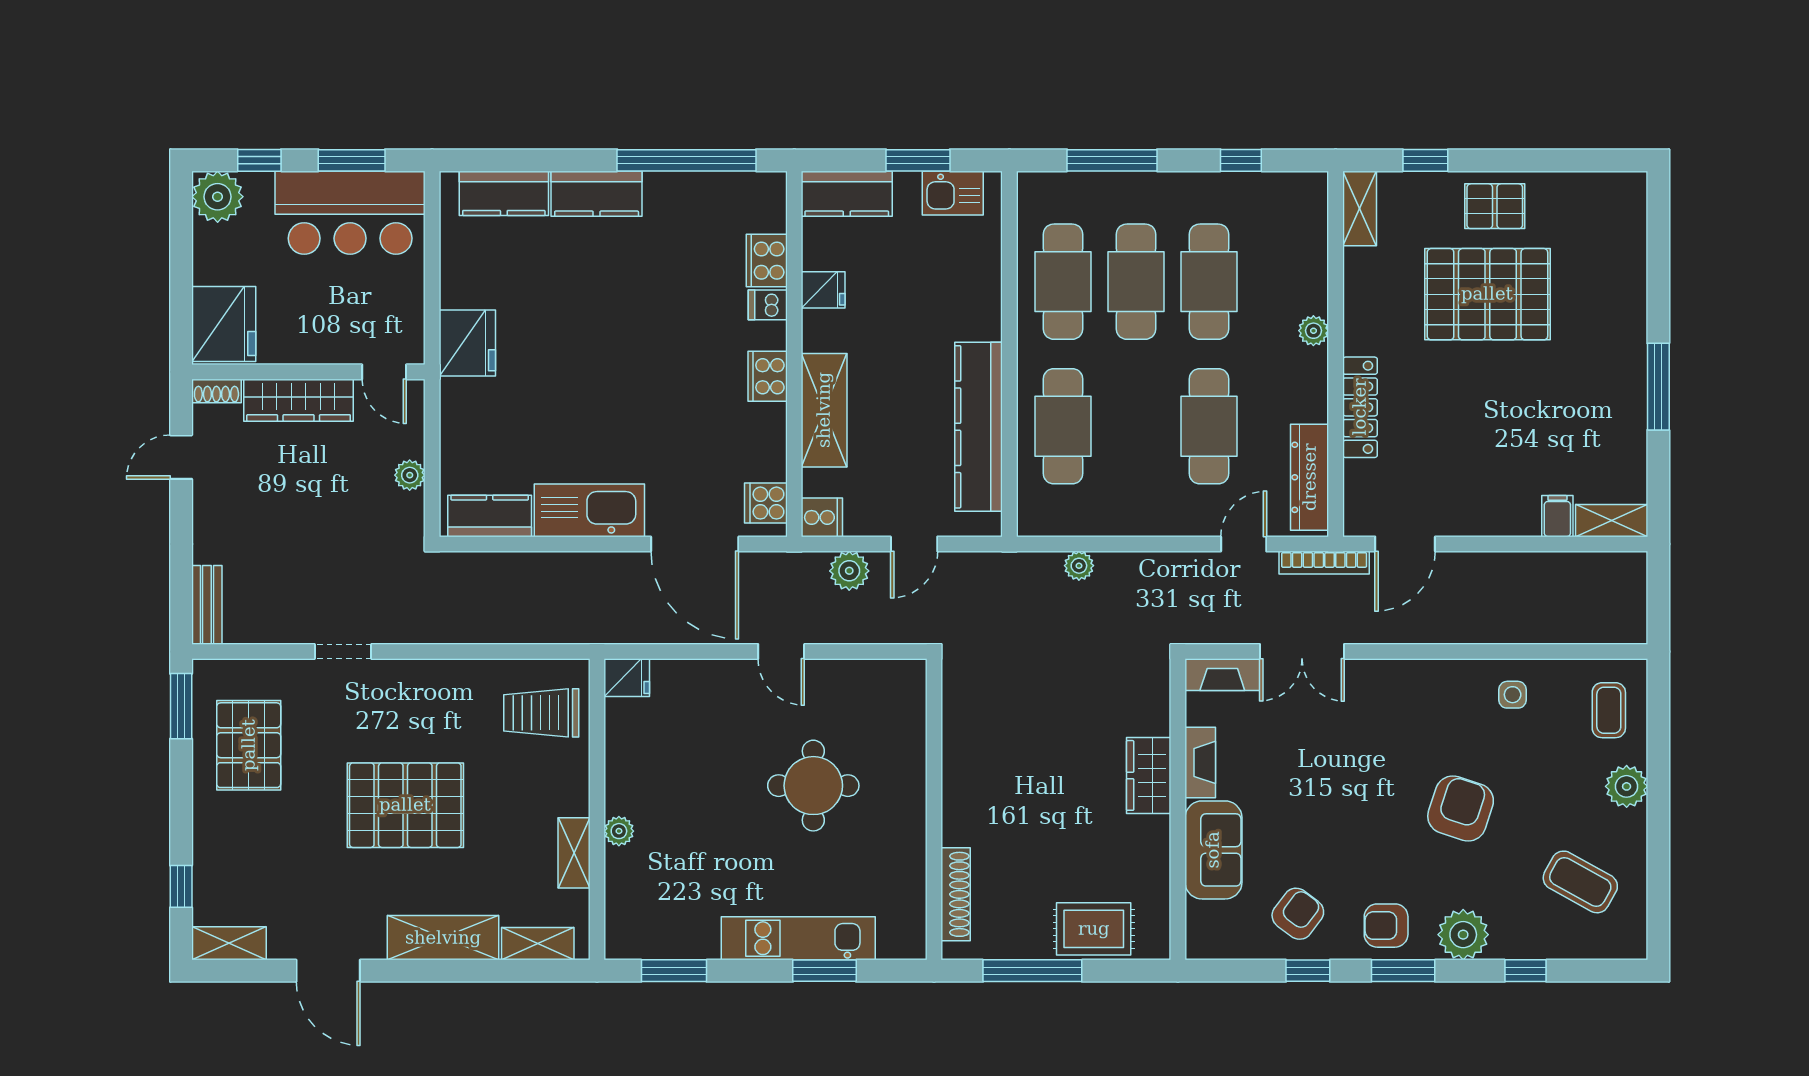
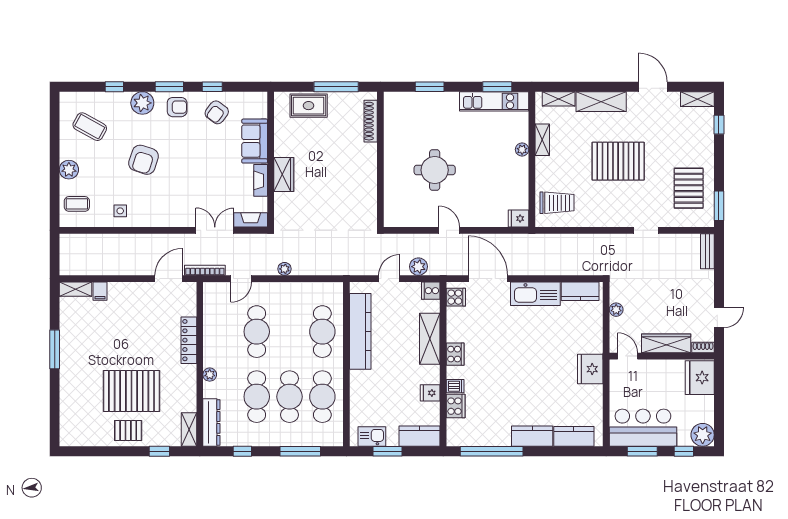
dresser: (1310, 477) -> (211, 422), moved
plant: (1079, 566) -> (285, 269), moved
coffee table: (1609, 710) -> (77, 204), turned 90
kitchen unit: (798, 938) -> (494, 101), moved

